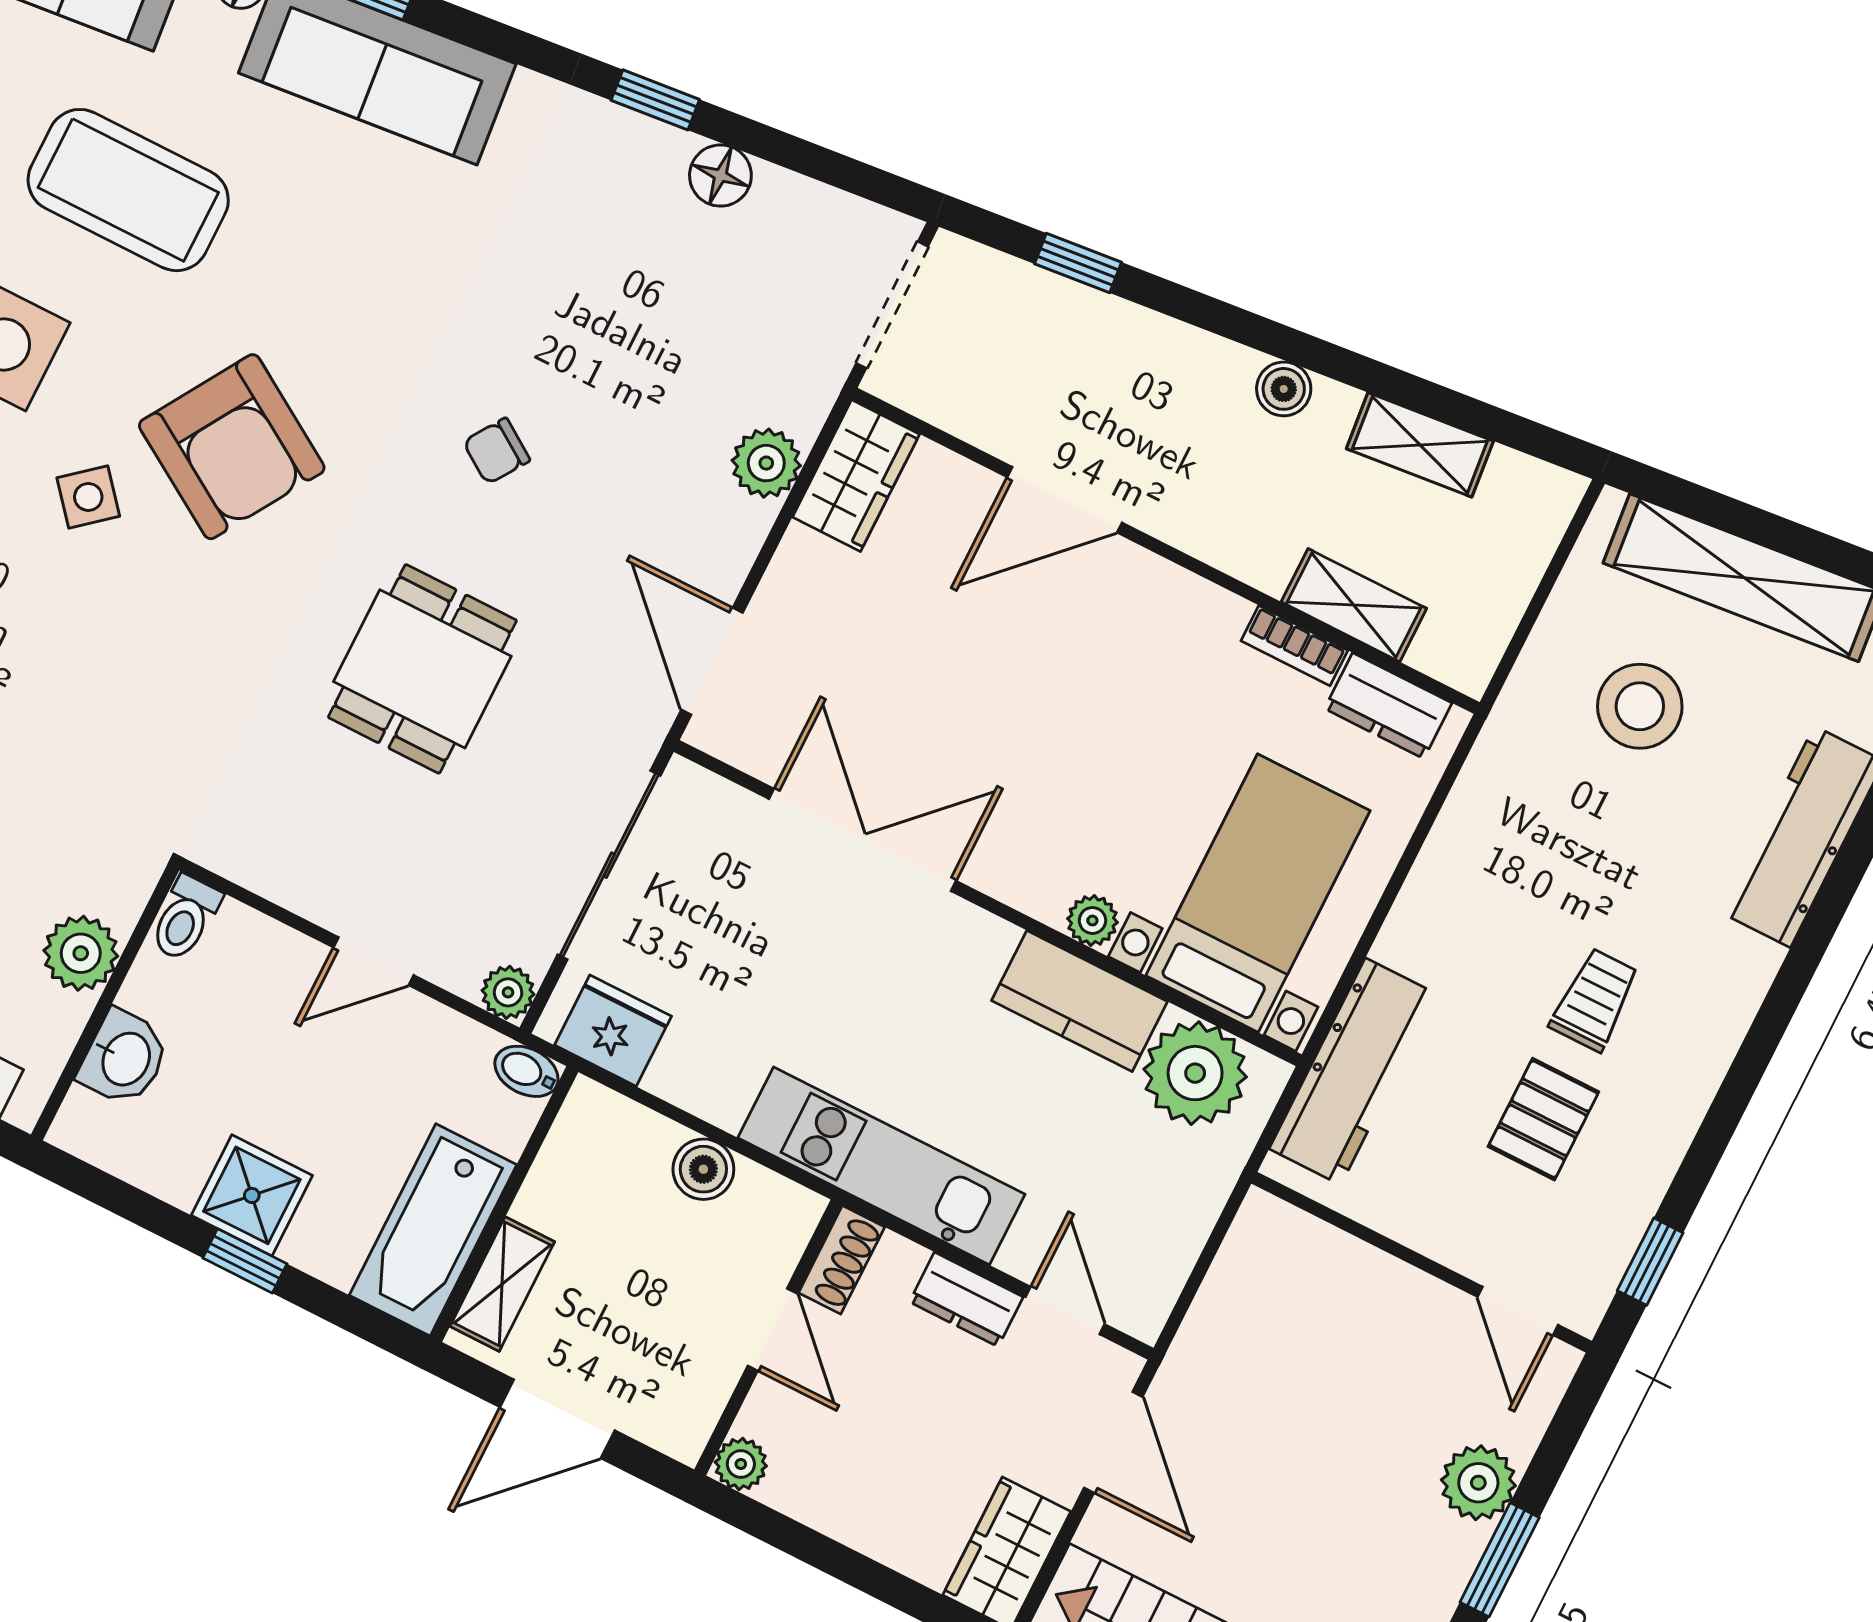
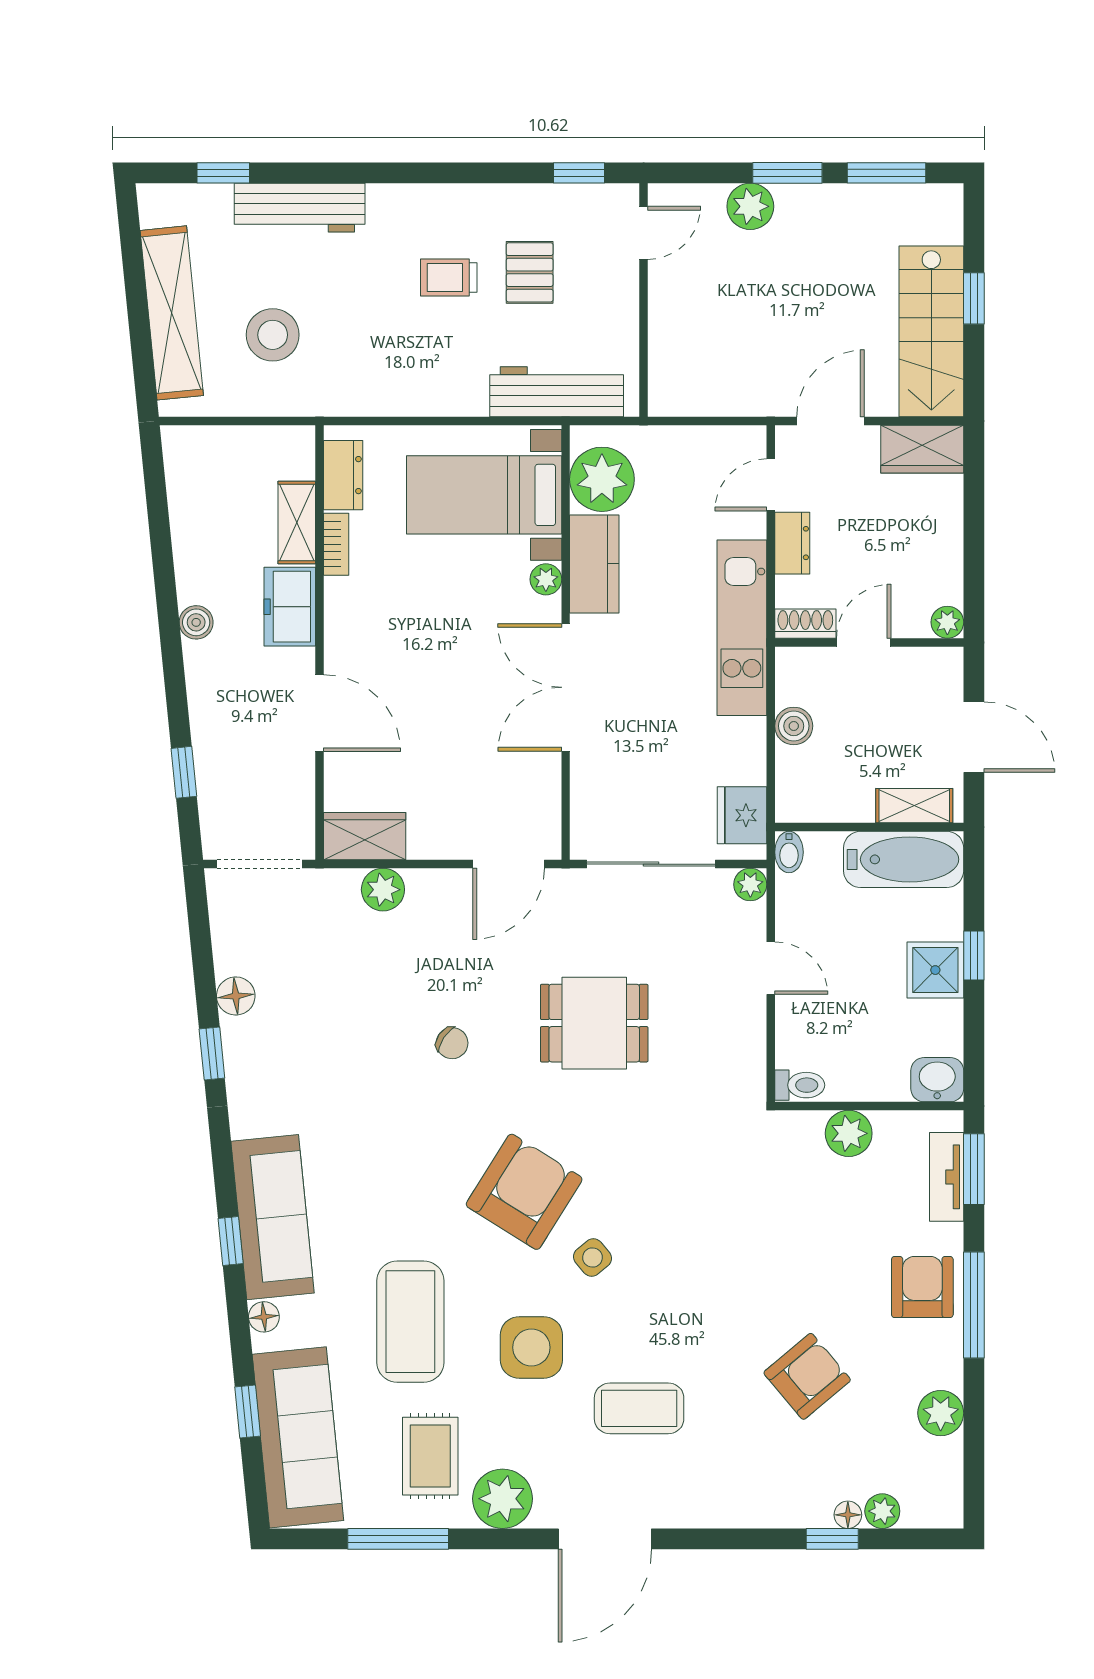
shelving: (1420, 445) -> (189, 531), removed
freezer: (1238, 534) -> (290, 607), added
double door: (863, 840) -> (566, 687), moved
washbasin: (124, 1058) -> (937, 1080), moved
pallet: (1543, 1119) -> (530, 272), turned 90

